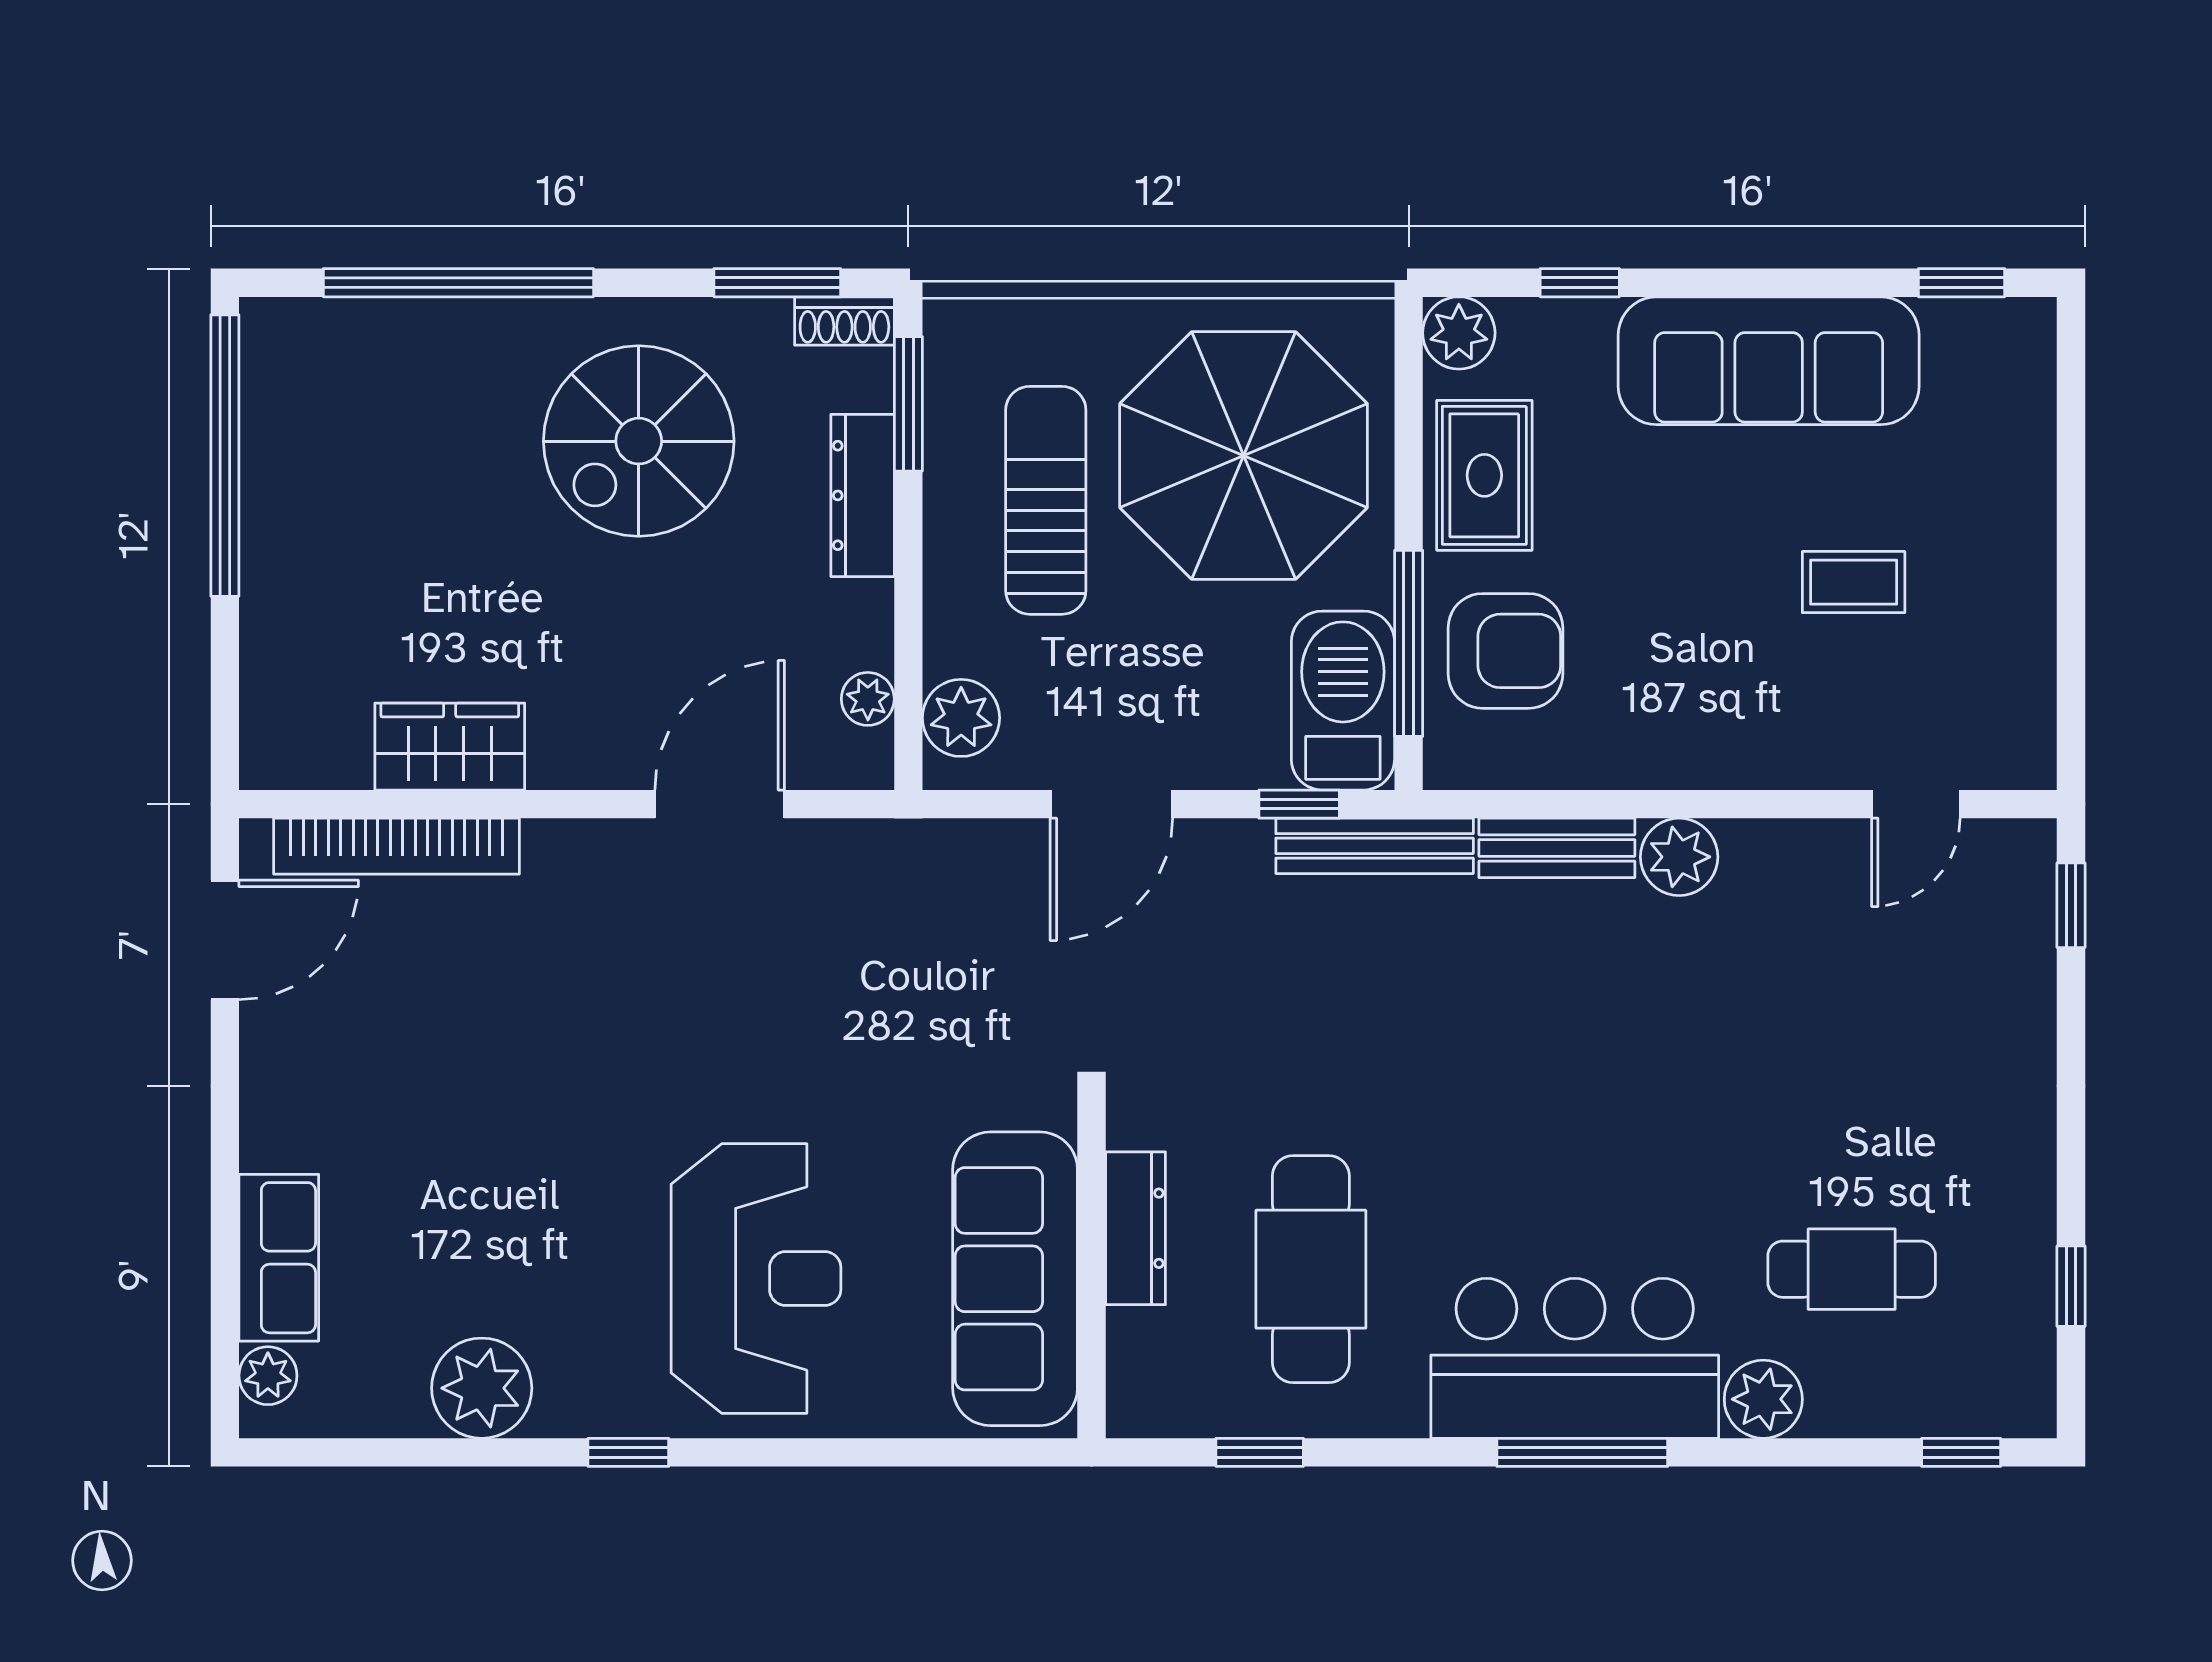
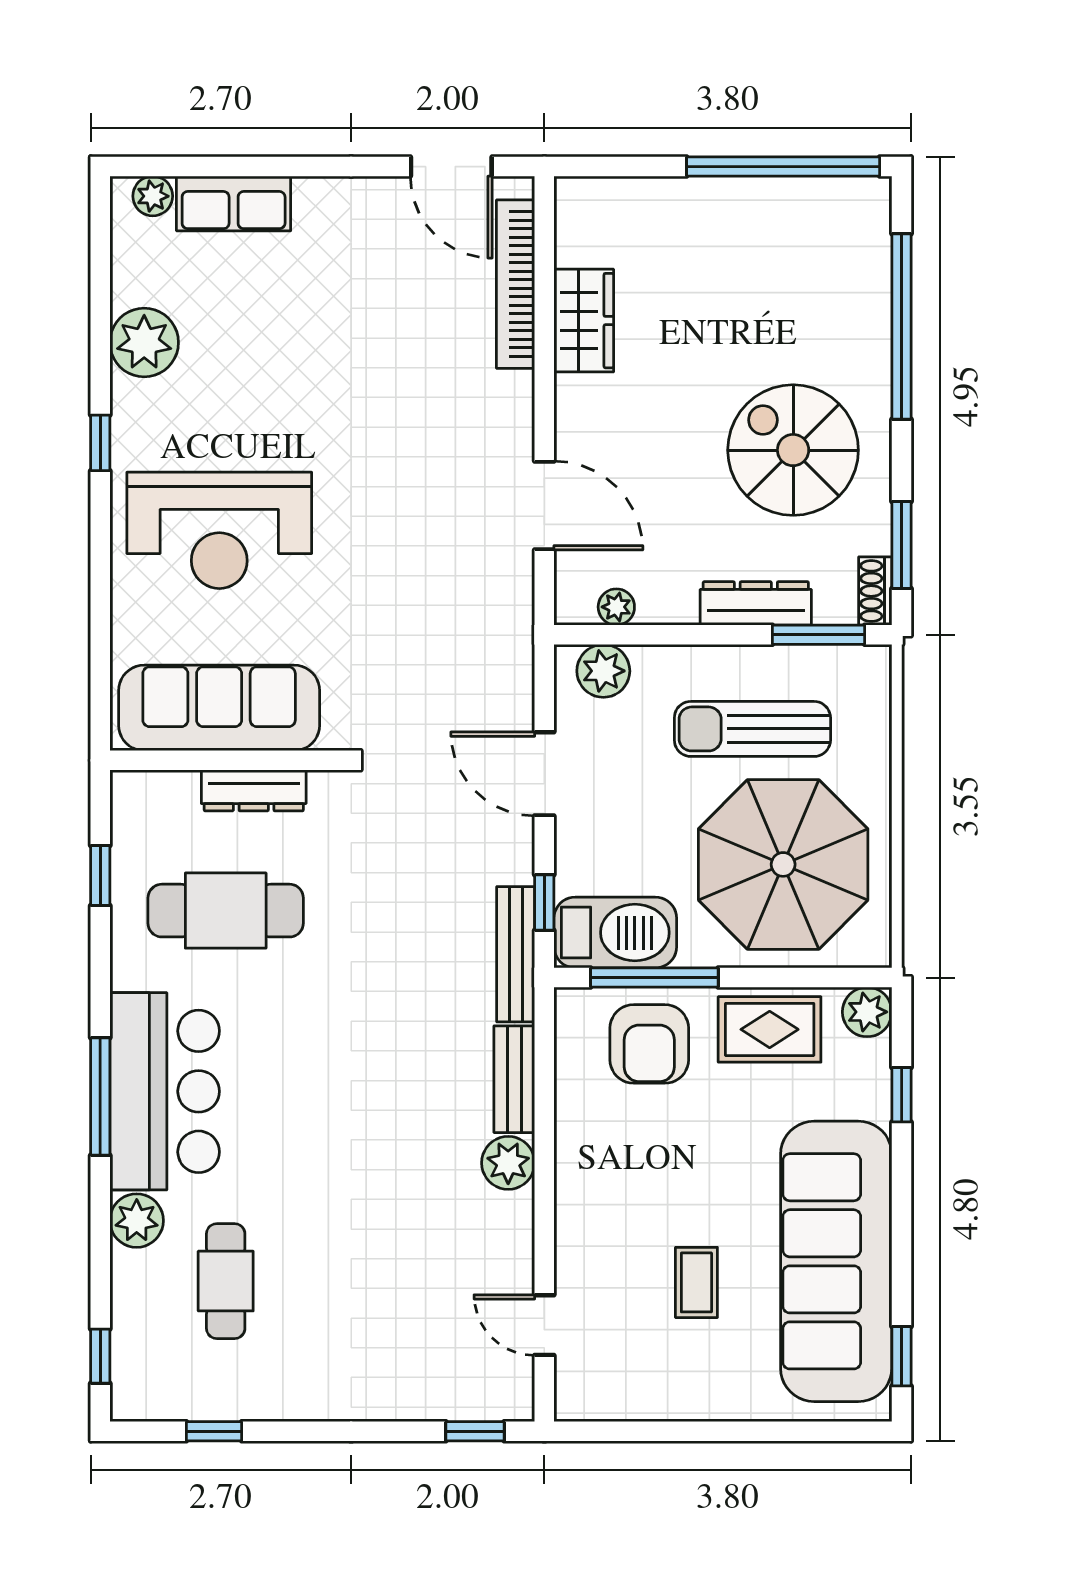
sofa: (1769, 361) -> (836, 1261), width x1.36, depth x1.27
sun lounger: (1046, 500) -> (752, 729), turned 180

